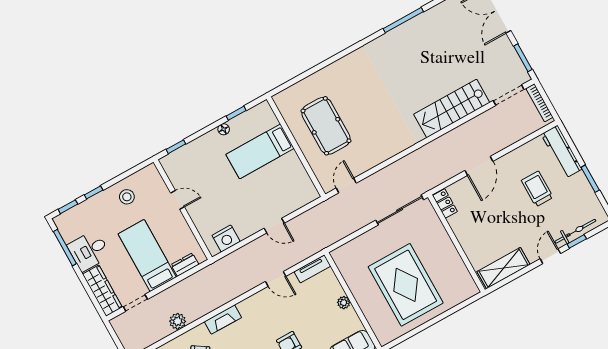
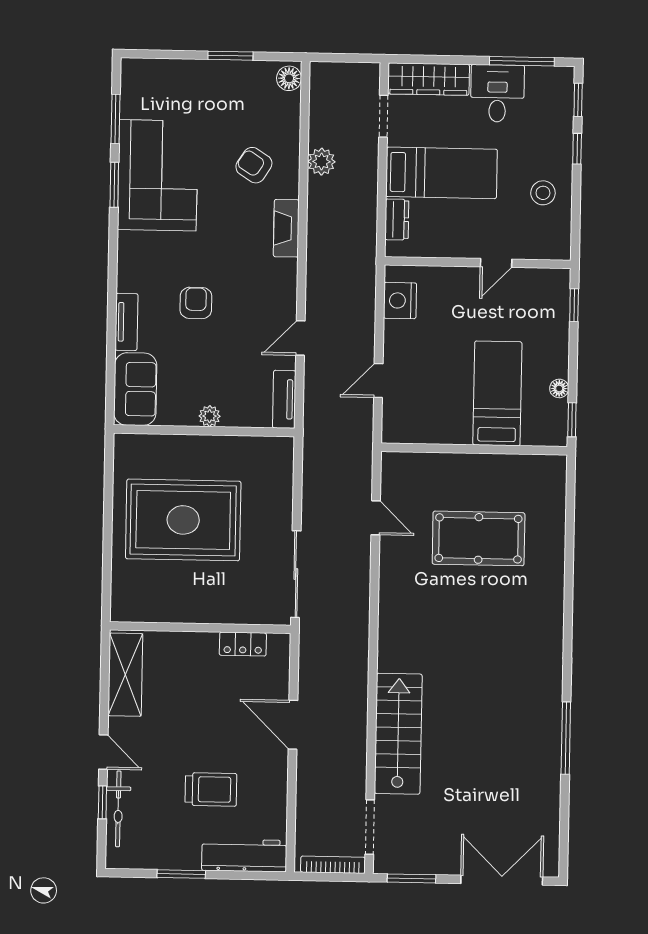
wall: (296, 147) -> (474, 449), moved
bed: (260, 151) -> (497, 393), moved
locker: (445, 203) -> (243, 644), moved

